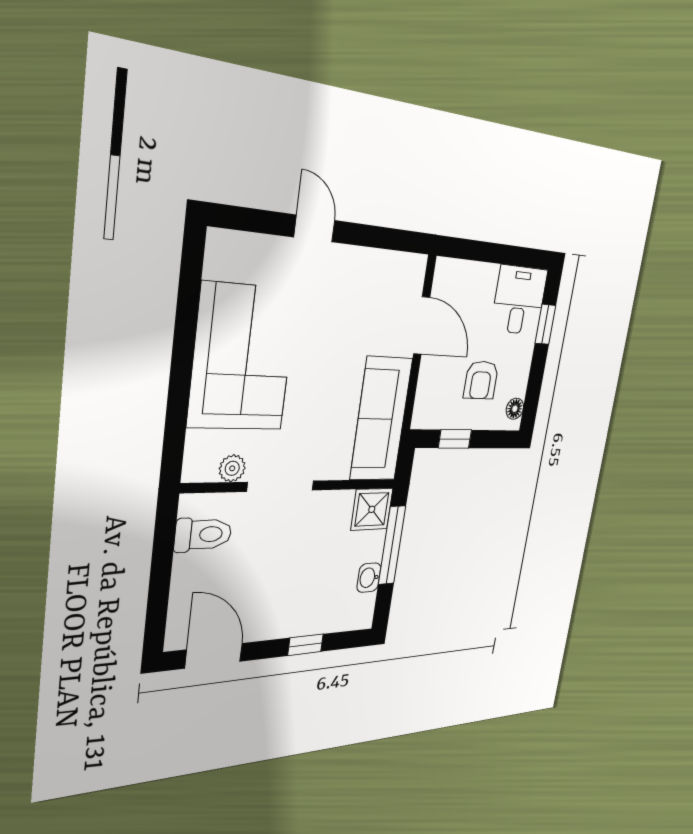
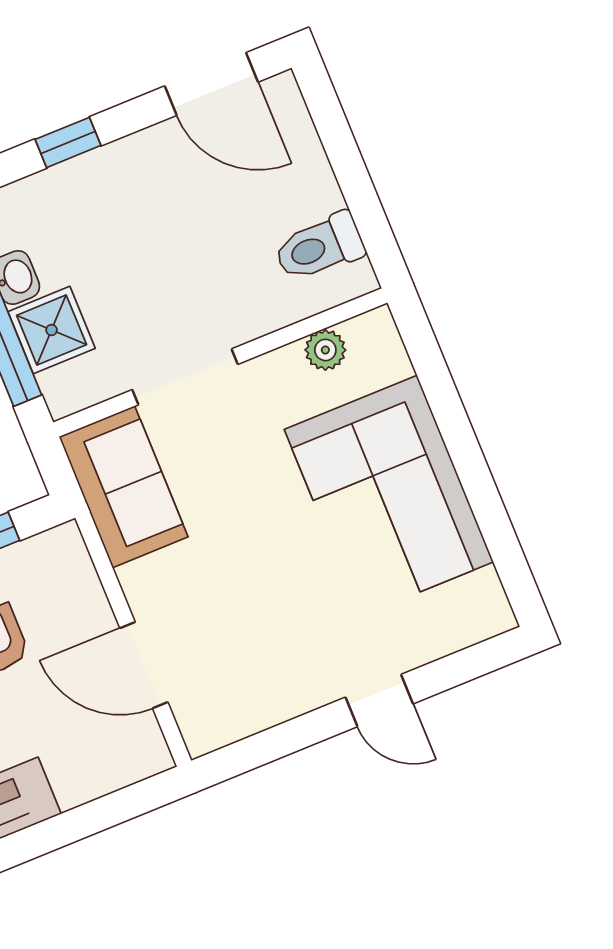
sofa: (381, 419) -> (123, 487), width x0.73
doorway: (281, 486) -> (185, 377), moved
shower: (372, 509) -> (52, 330), moved

